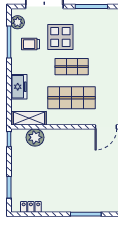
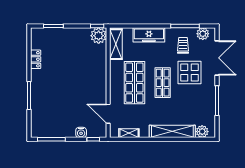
freezer: (19, 87) -> (149, 35), width x1.40
plant: (35, 137) -> (99, 36), moved
locker: (31, 207) -> (36, 59), moved

